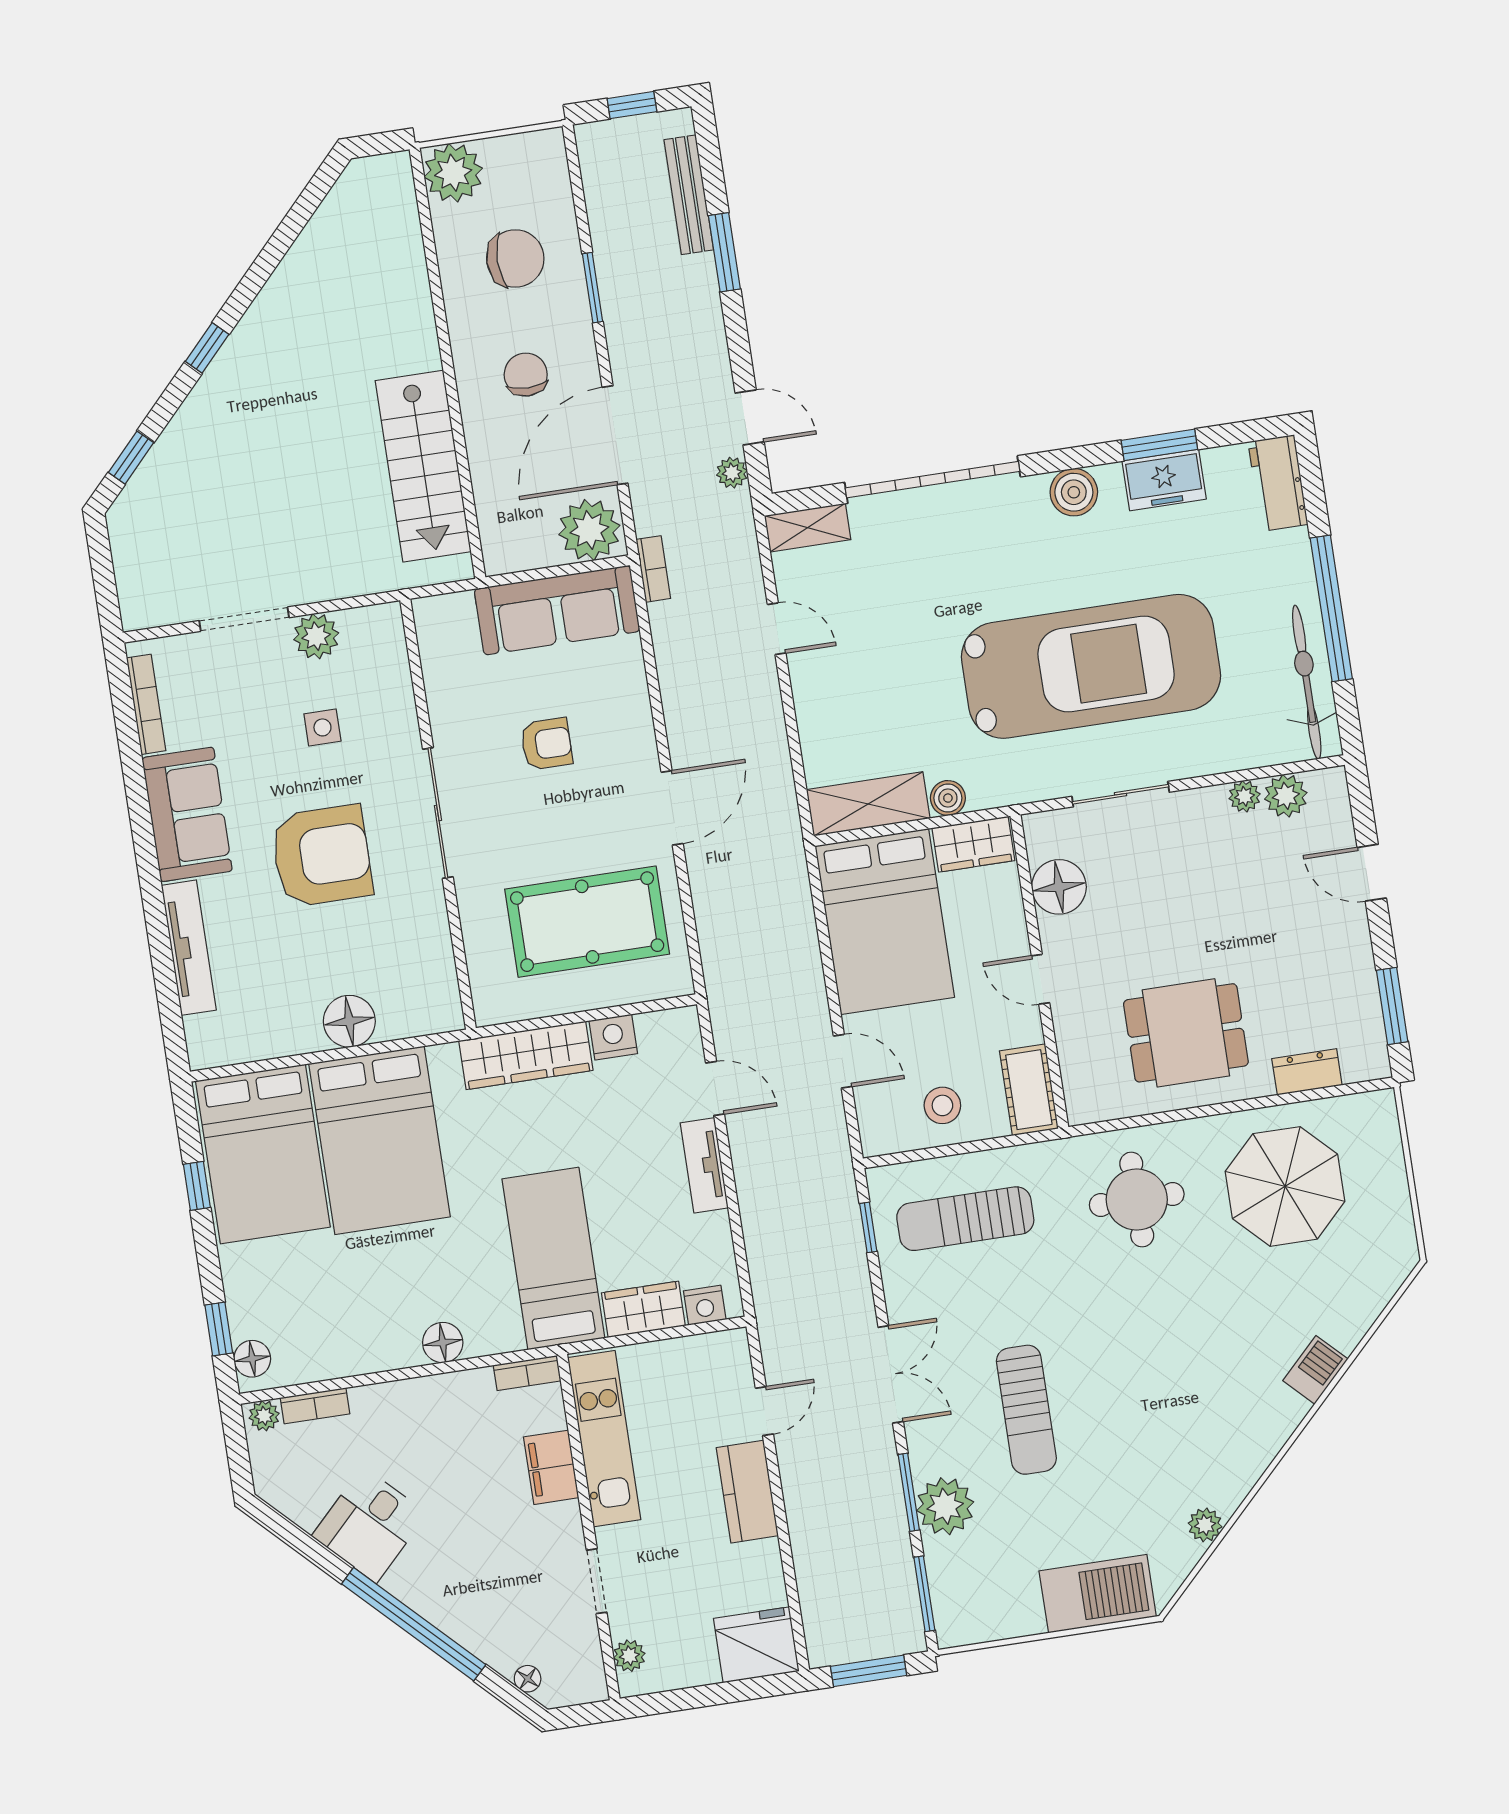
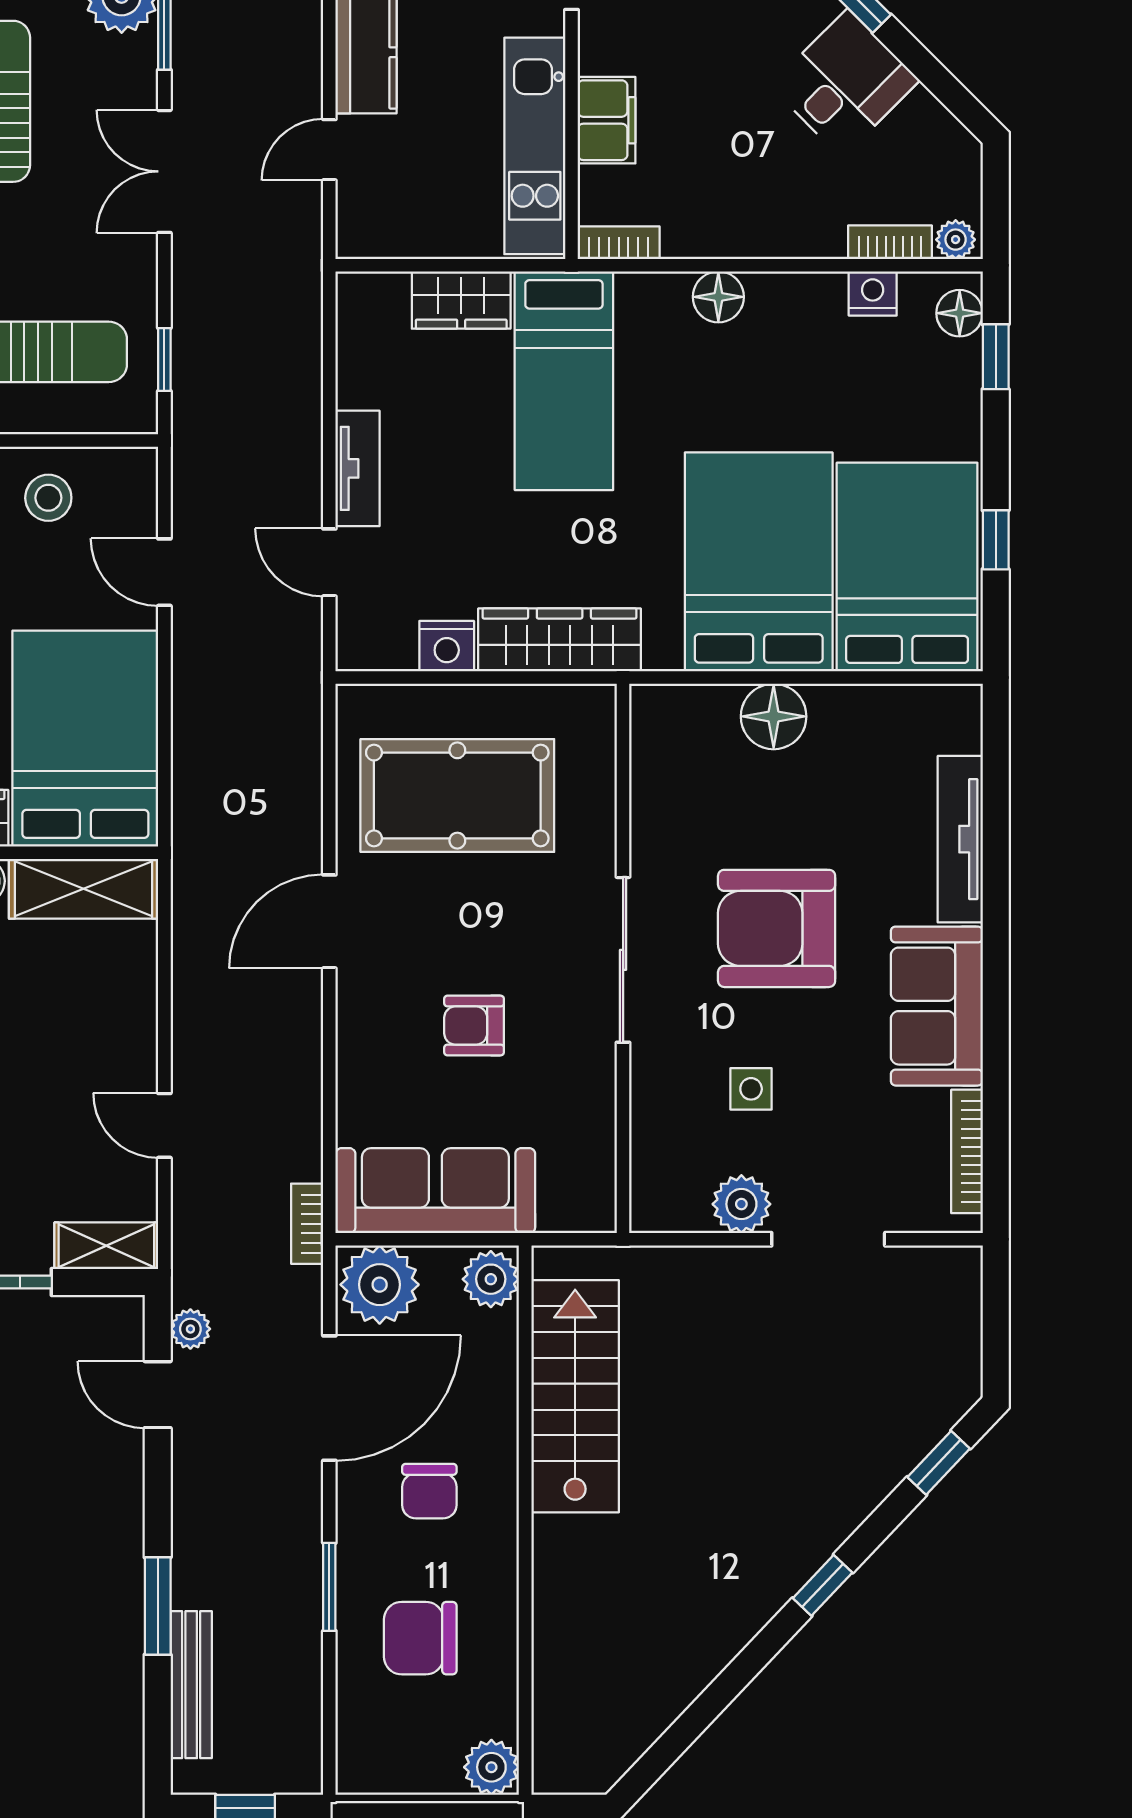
plant: (453, 173) -> (491, 1767), width x0.73, depth x0.73
plant: (503, 548) -> (491, 1279), added
nightstand: (705, 1305) -> (873, 293), moved

